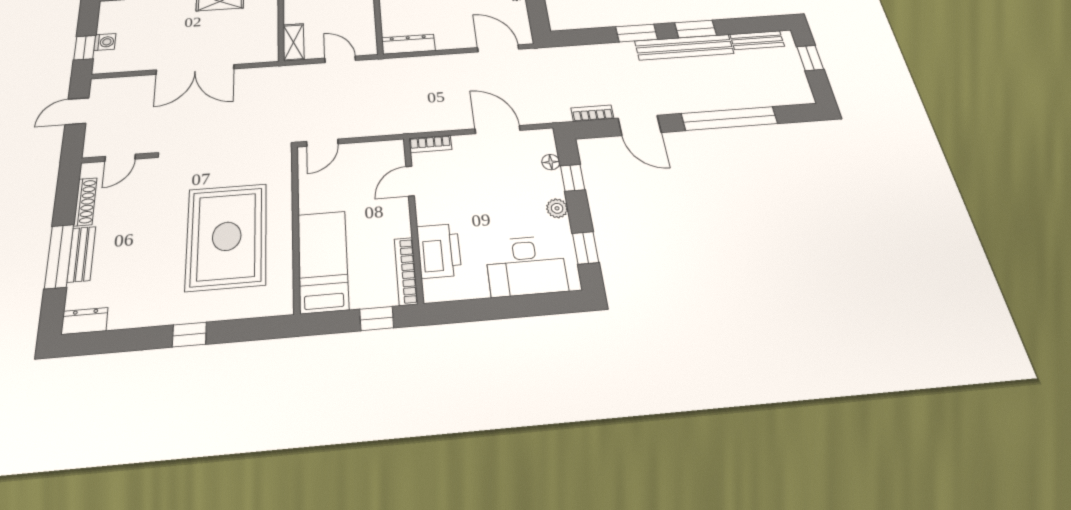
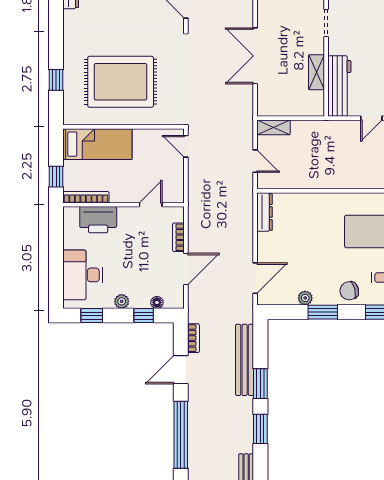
bench: (684, 47) -> (245, 360), moved
door: (340, 59) -> (255, 161), hinge flipped
bookcase: (430, 144) -> (178, 237), moved
door: (410, 181) -> (151, 205), hinge flipped
window: (189, 335) -> (56, 80), moved

